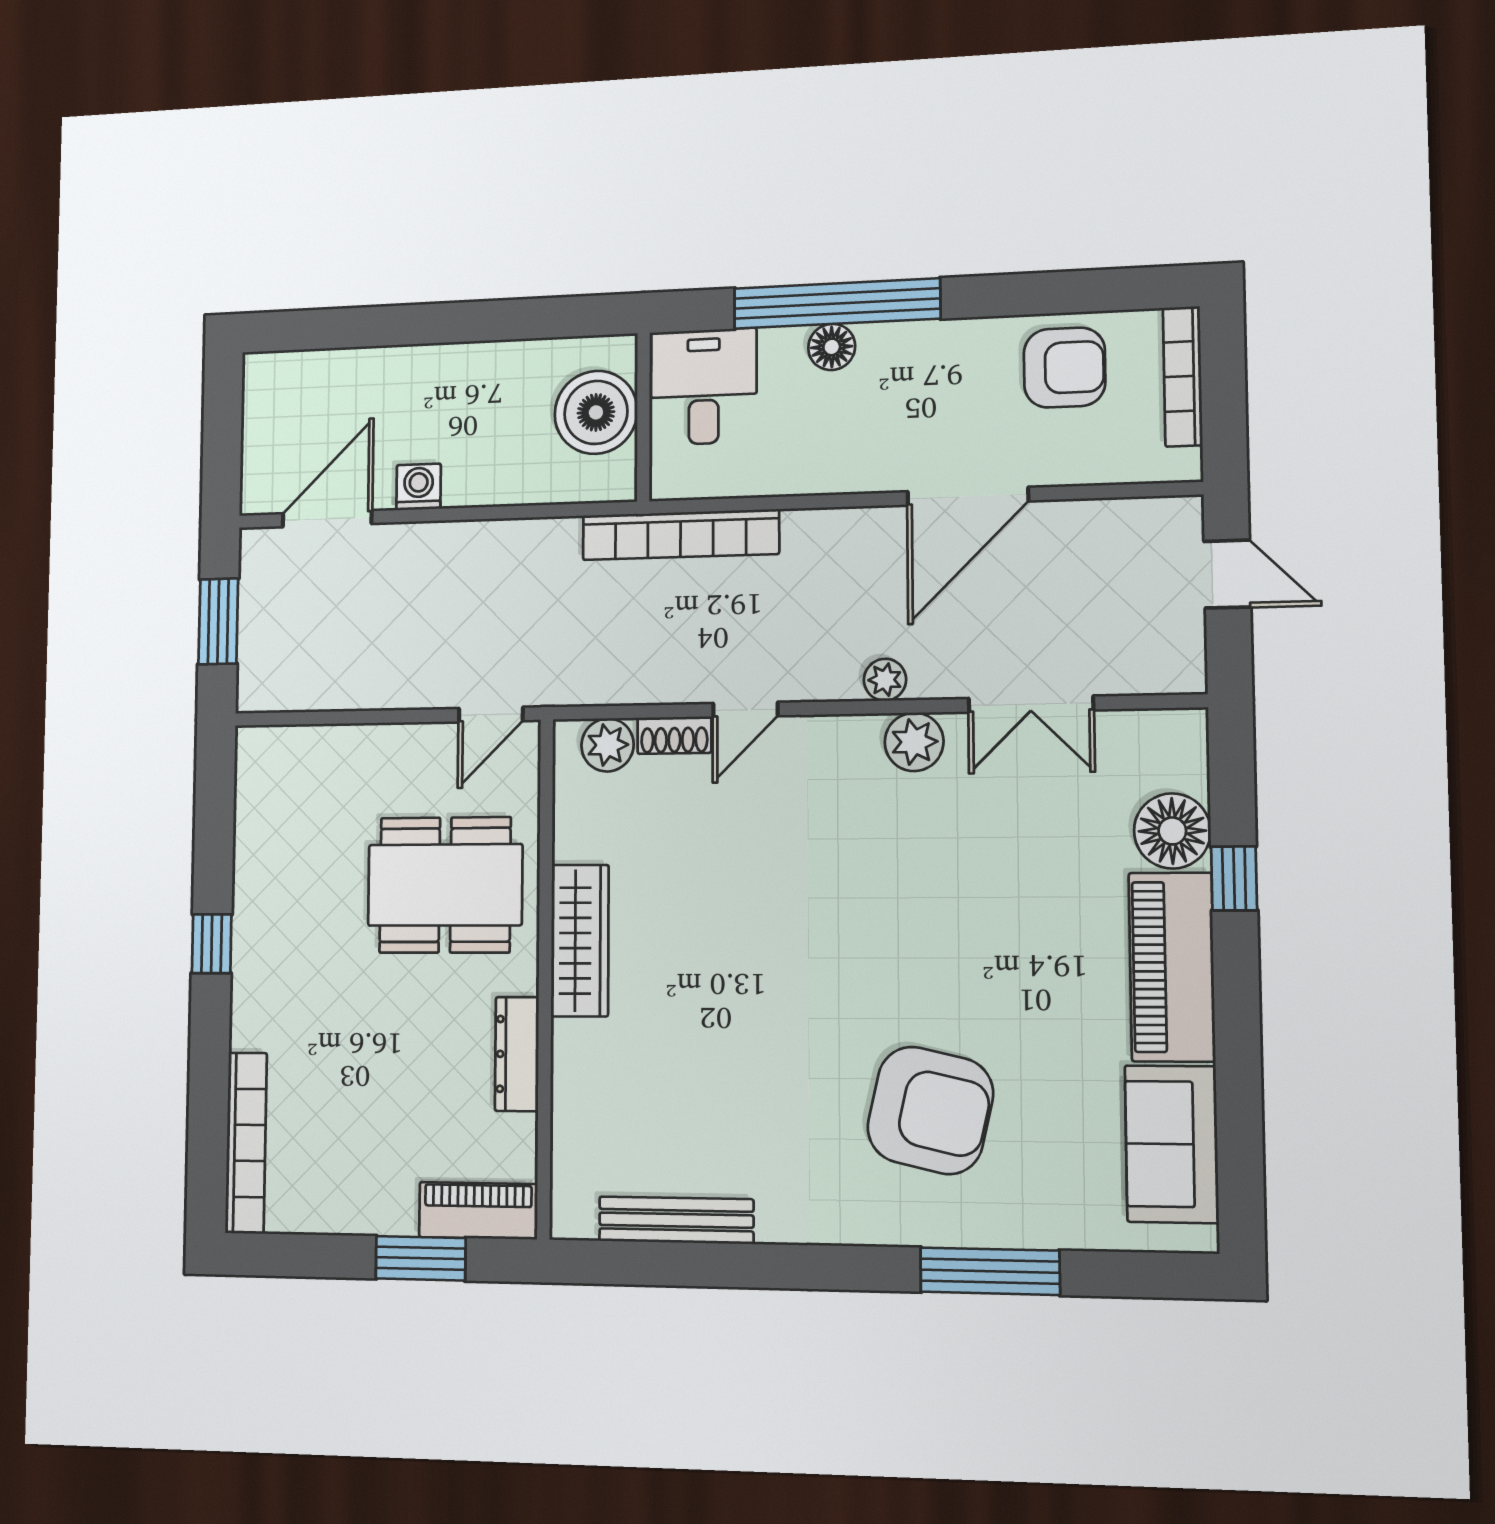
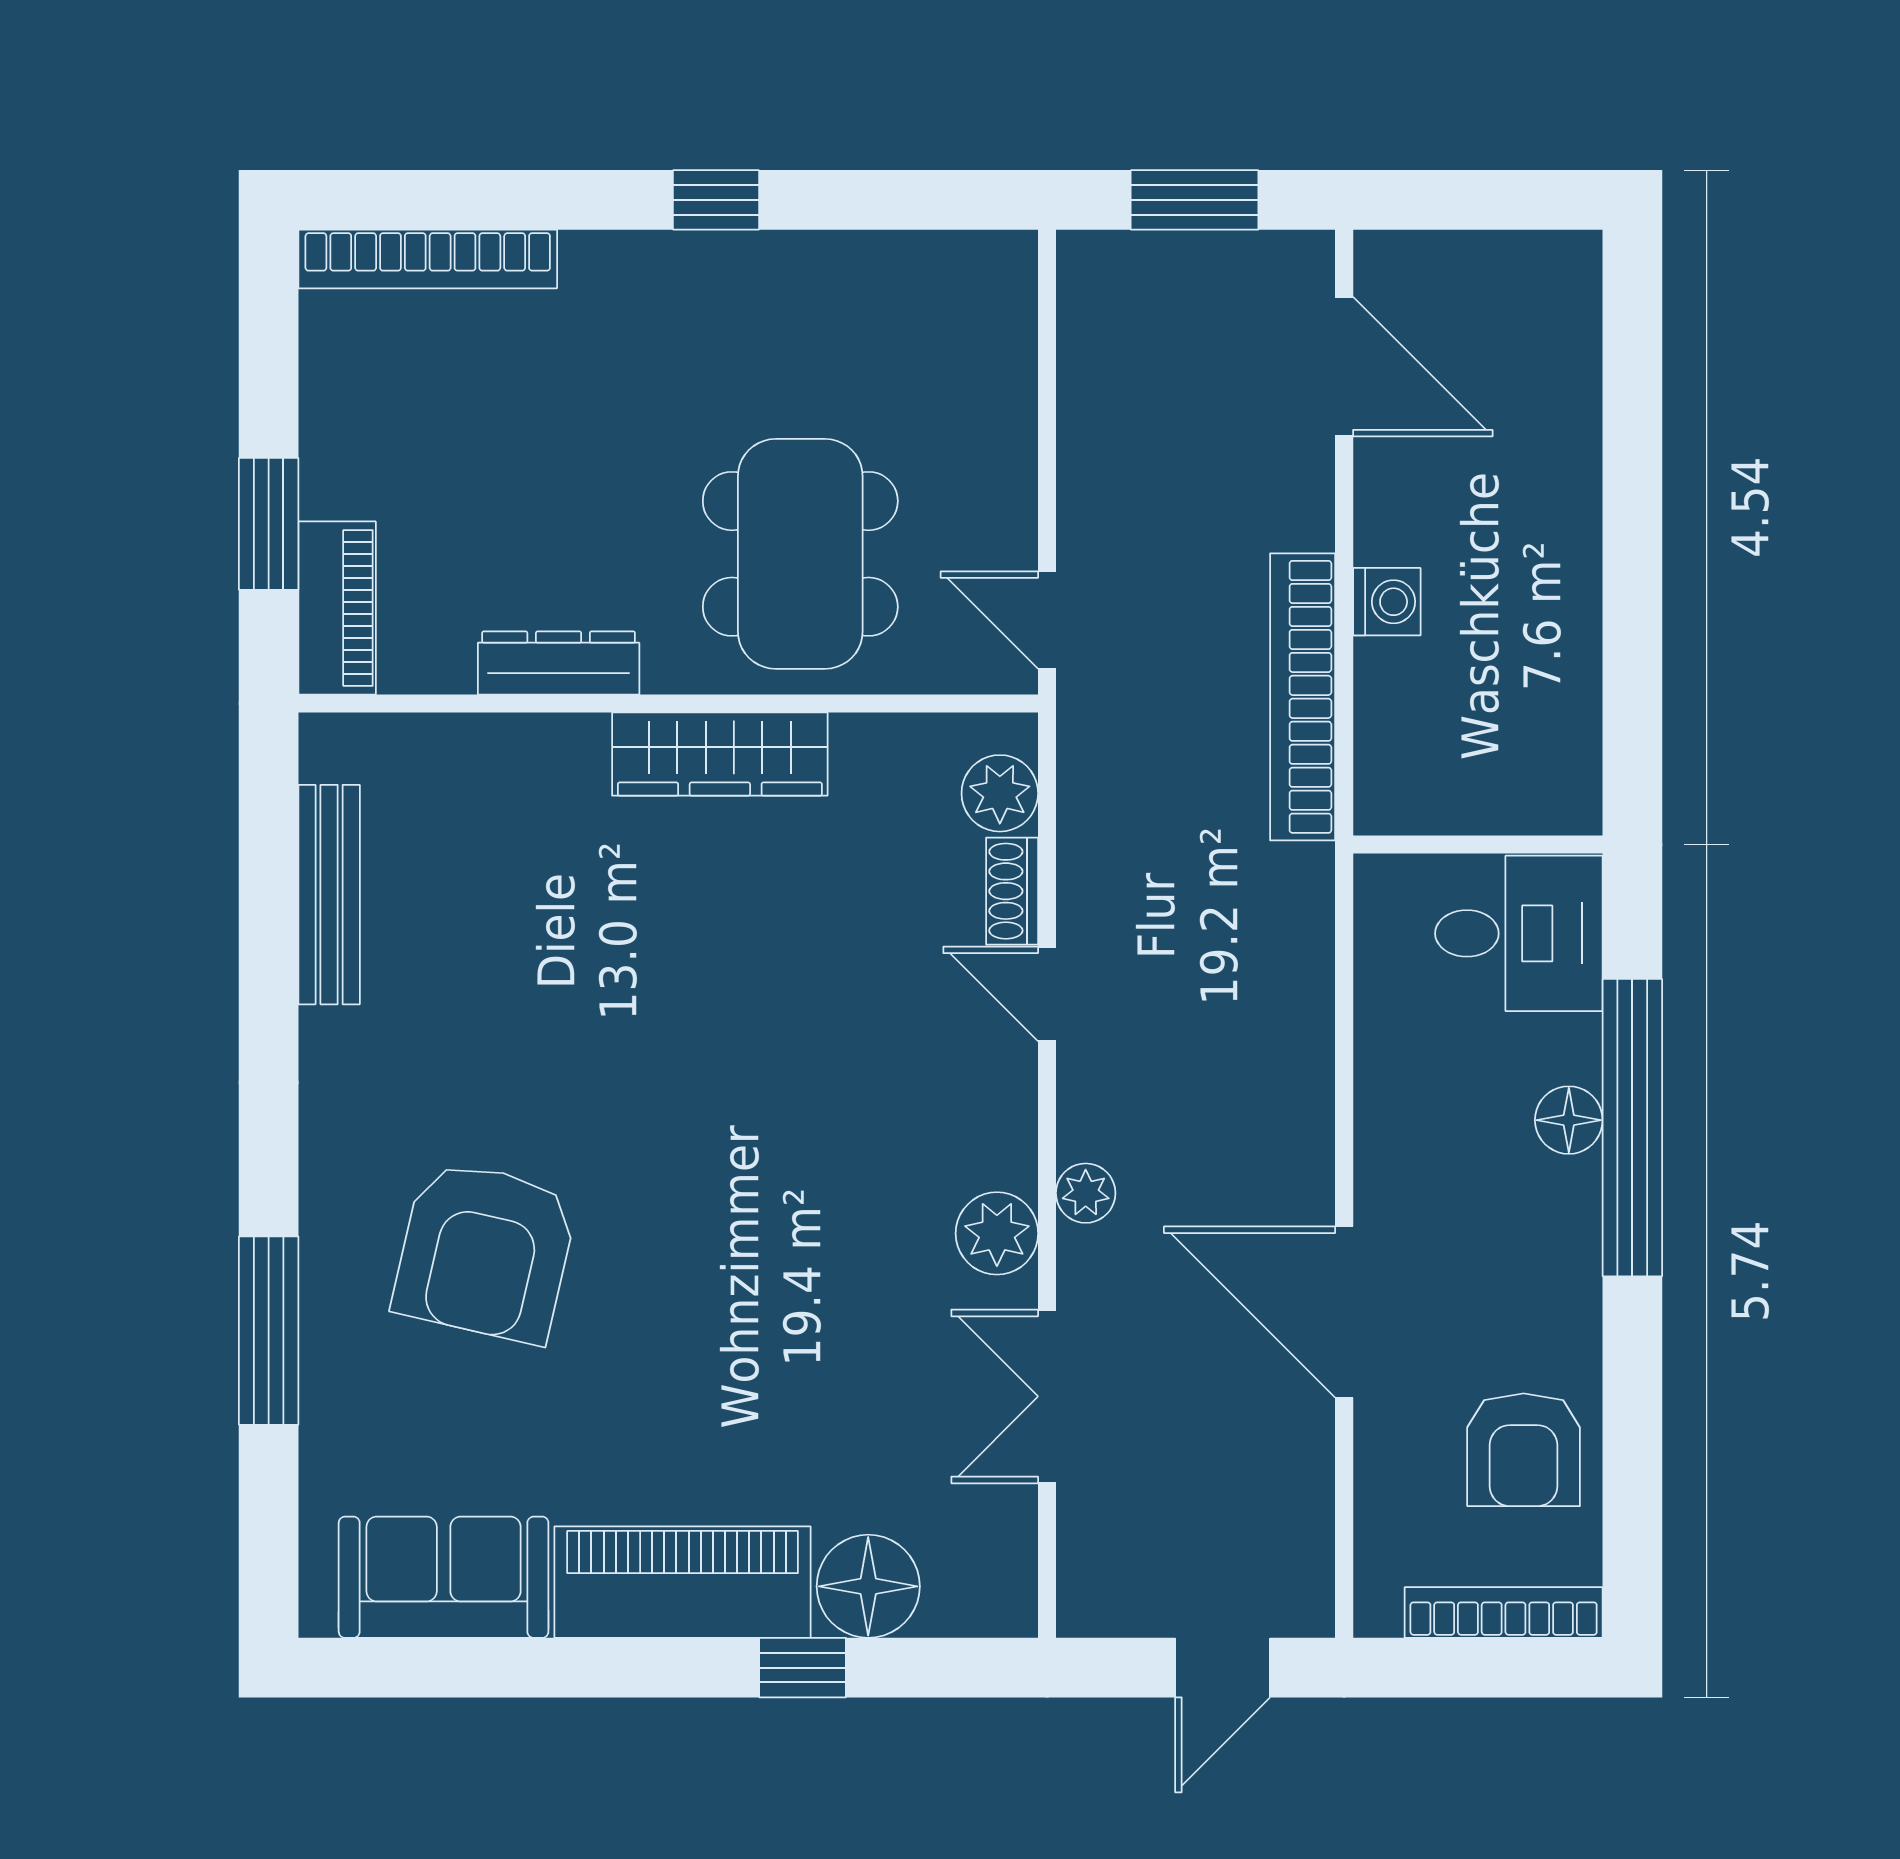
boiler: (596, 412) -> (1488, 774), removed
washing machine: (419, 487) -> (1387, 602), moved
bookcase: (681, 535) -> (1303, 697), moved

